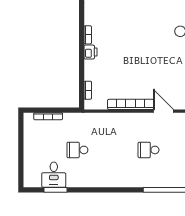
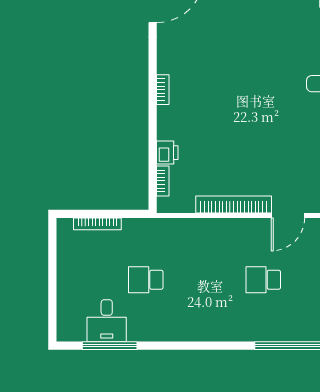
printer: (90, 52) -> (167, 153), moved
door: (164, 111) -> (288, 215), swing flipped
window: (56, 190) -> (110, 346), width x1.44

